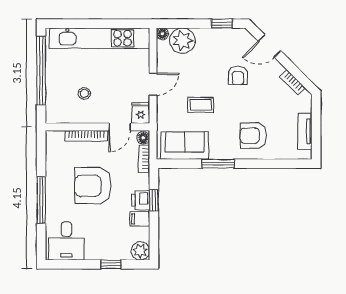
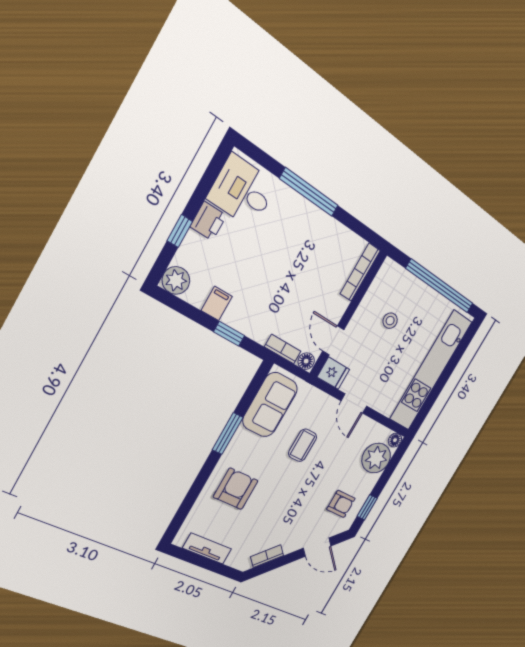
door: (270, 46) -> (317, 547), swing flipped
armchair: (238, 75) -> (341, 504), moved, turned 180
bookcase: (86, 136) -> (360, 272), moved
armchair: (93, 186) -> (288, 268), removed
printer: (141, 200) -> (208, 221), moved, turned 90

